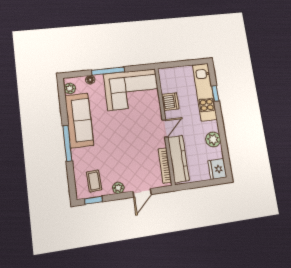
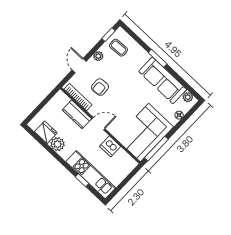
window: (108, 71) -> (156, 149), moved
door: (165, 129) -> (98, 124), swing flipped
window: (67, 143) -> (158, 58), width x0.69
armchair: (139, 159) -> (100, 87), added
kitchen counter: (178, 159) -> (77, 114), width x0.67
fridge: (217, 169) -> (46, 132), moved

